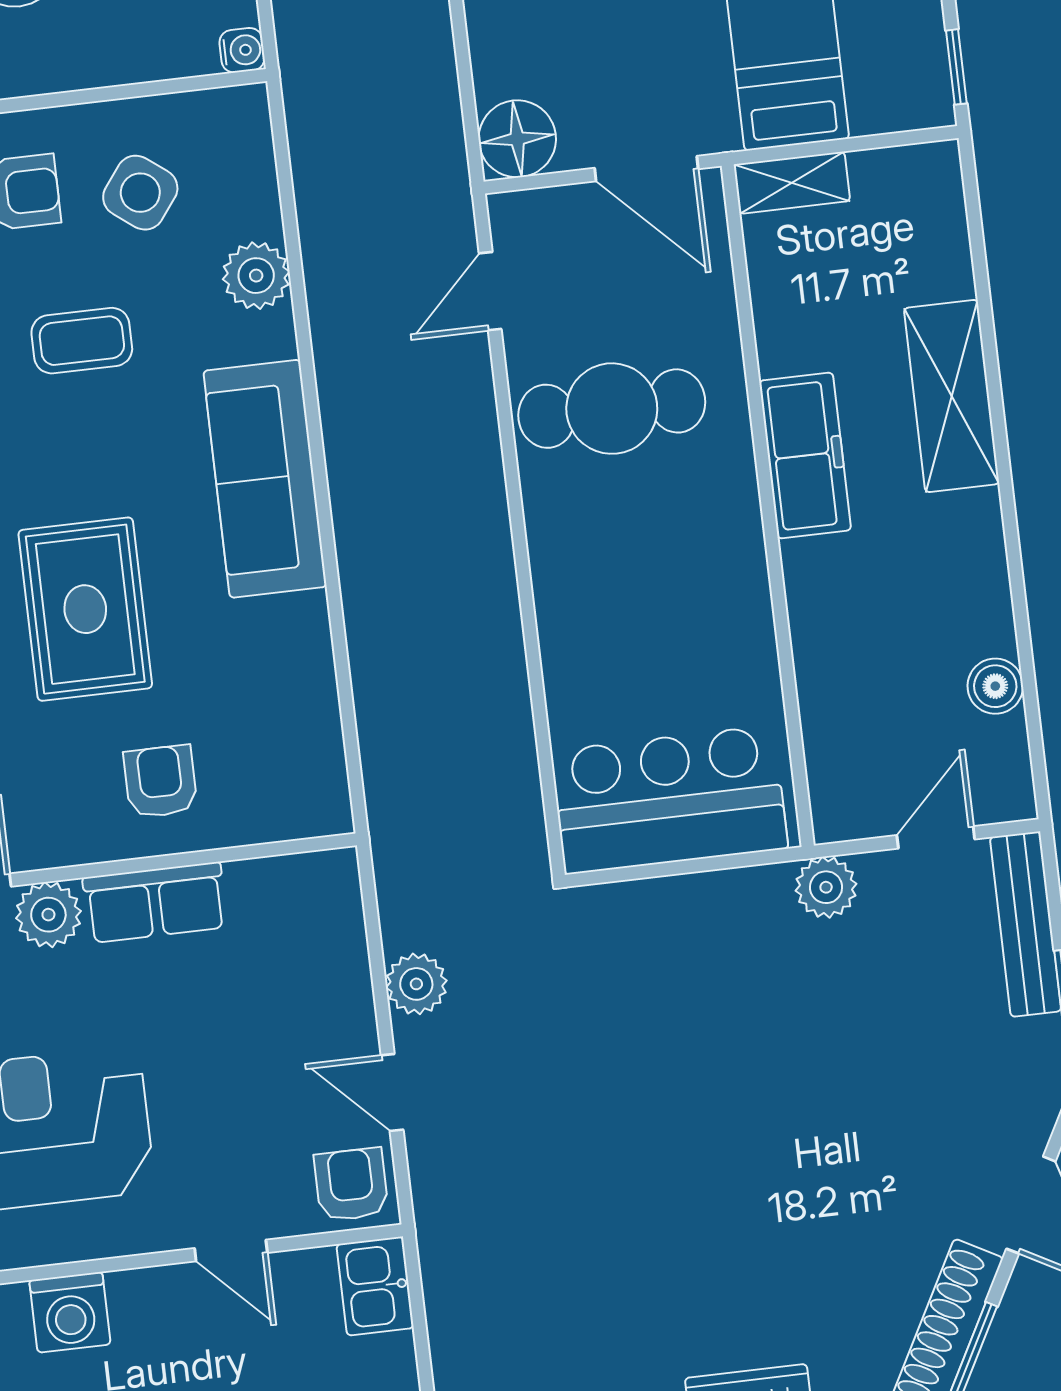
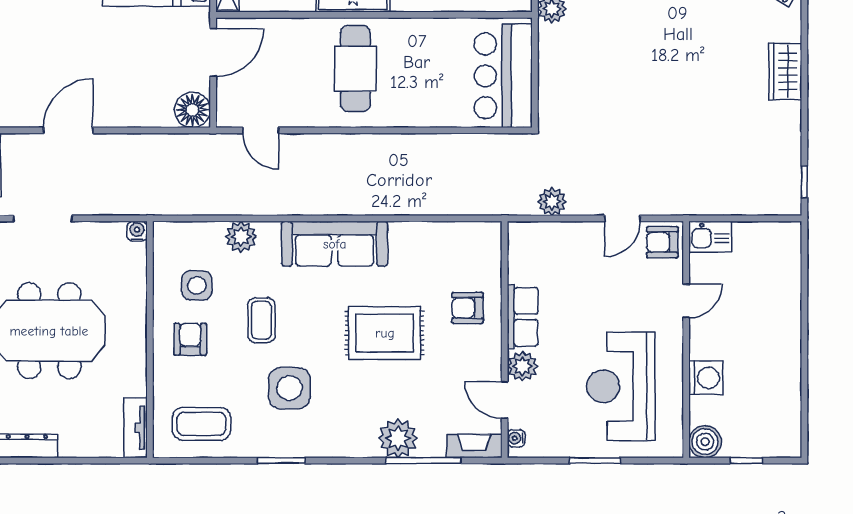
side table: (140, 193) -> (197, 285), turned -37
cafe table: (612, 409) -> (355, 69), moved
plant: (416, 984) -> (552, 202), moved

